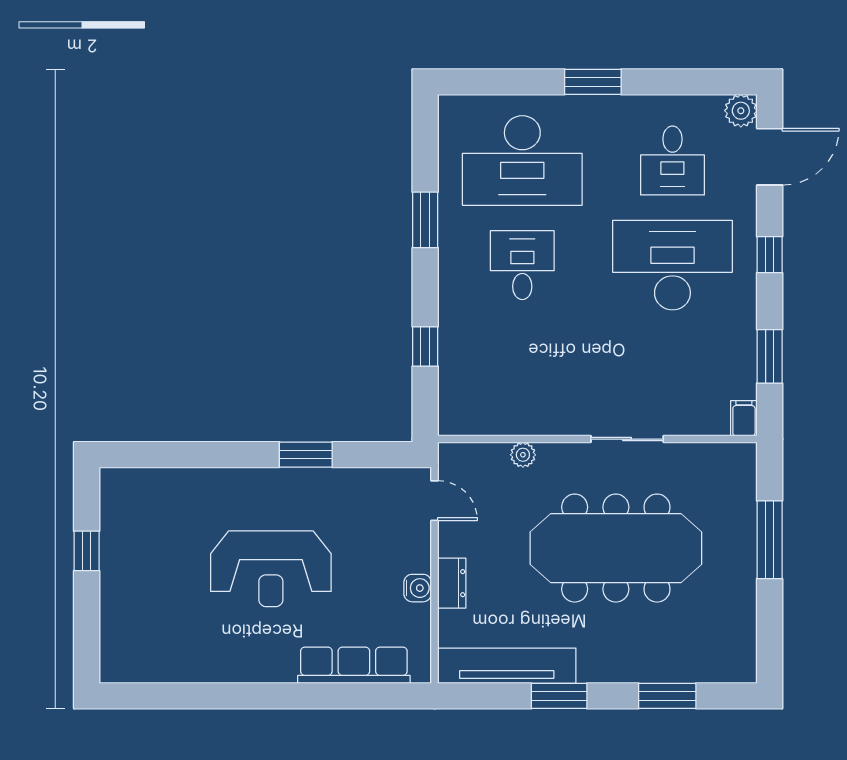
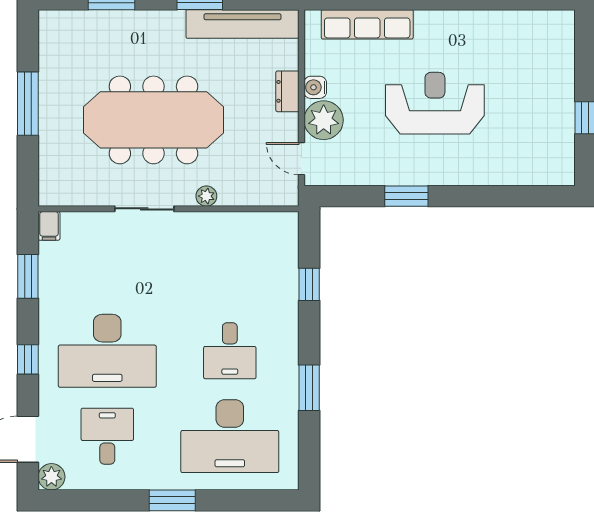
desk: (522, 160) -> (230, 436), turned 180
plant: (523, 455) -> (206, 196), moved
window: (770, 540) -> (28, 104), moved
plant: (407, 548) -> (324, 120), added

